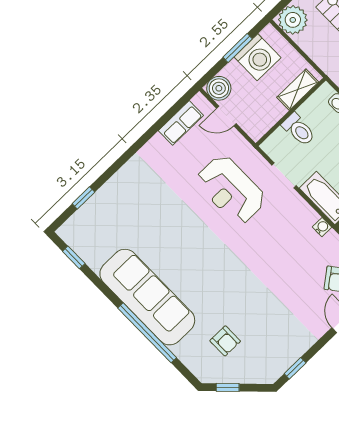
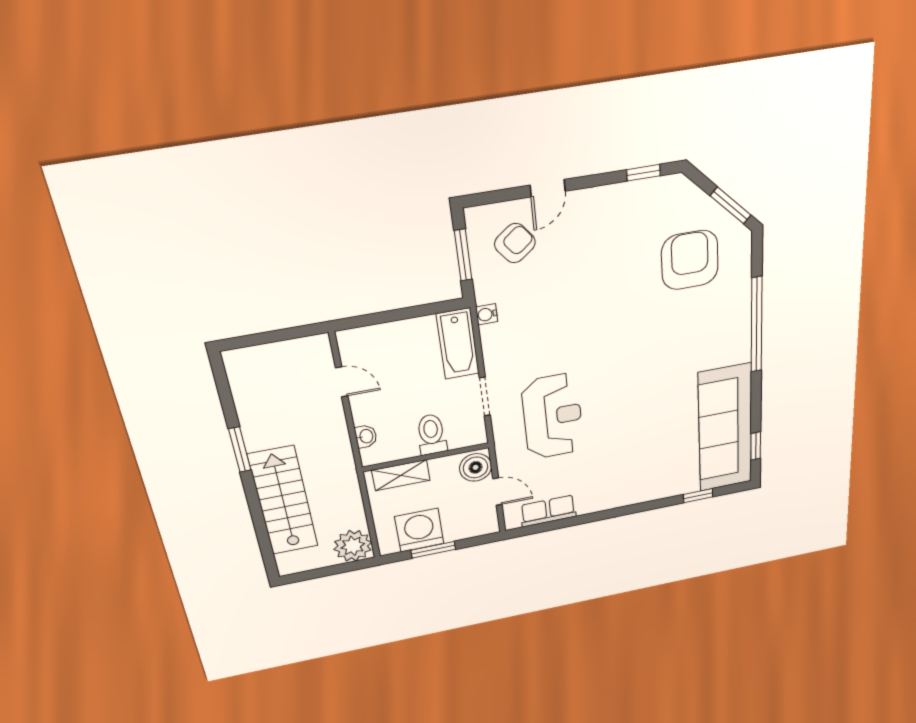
boiler: (219, 88) -> (476, 467), moved
sofa: (147, 297) -> (725, 428), moved
armchair: (225, 341) -> (690, 260), width x1.88, depth x1.88
window: (228, 387) -> (731, 206), width x1.50

